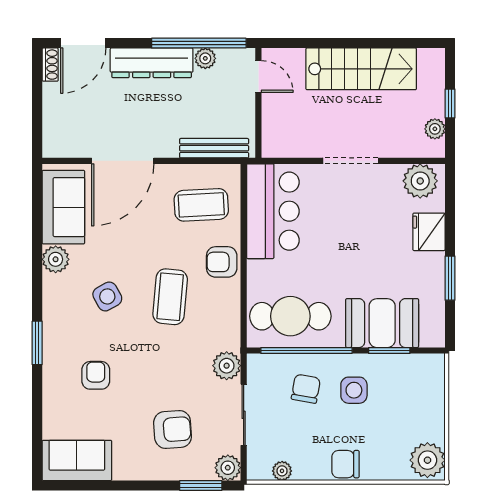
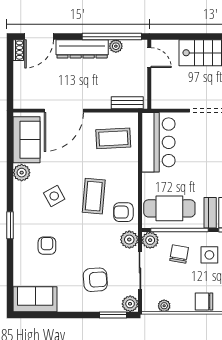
bench: (214, 148) -> (127, 103), width x0.73
armchair: (222, 262) -> (123, 212), moved
plant: (260, 367) -> (150, 240), added

